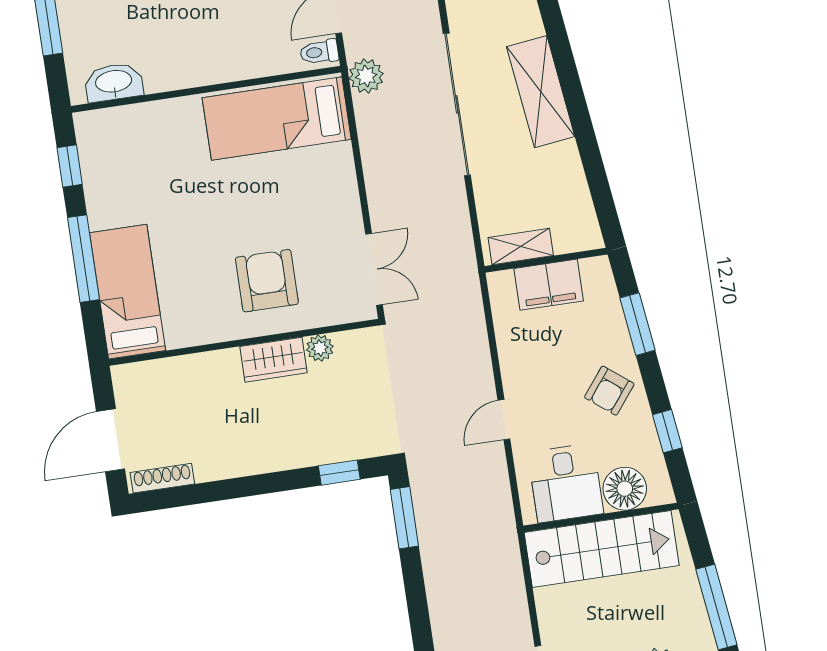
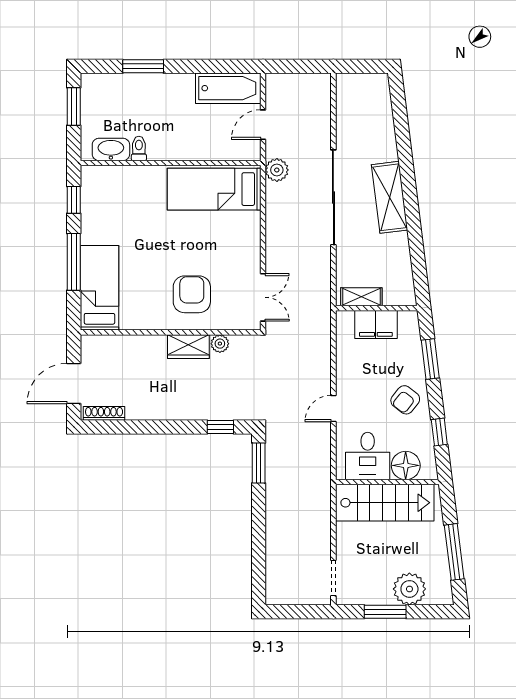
toilet: (319, 52) -> (139, 148), moved, turned 90

